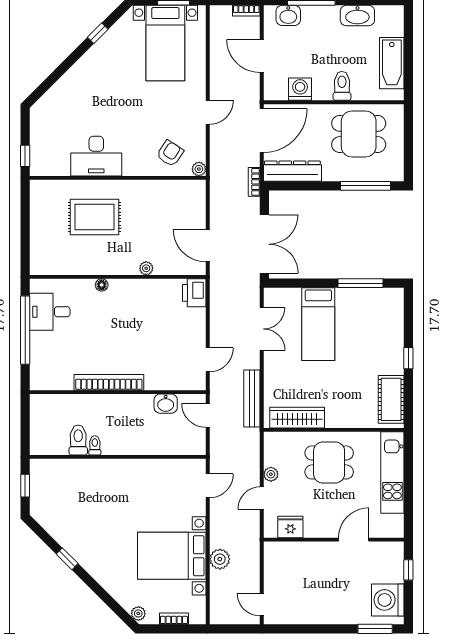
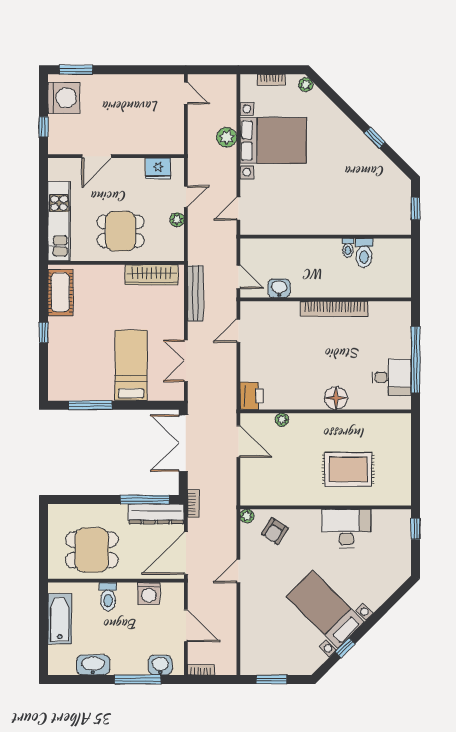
bed with nightstands: (165, 43) -> (325, 609), moved, turned -45
window: (366, 186) -> (145, 499), moved
plant: (146, 268) -> (282, 420), moved
floor lamp: (102, 285) -> (336, 398), width x1.89, depth x1.89

